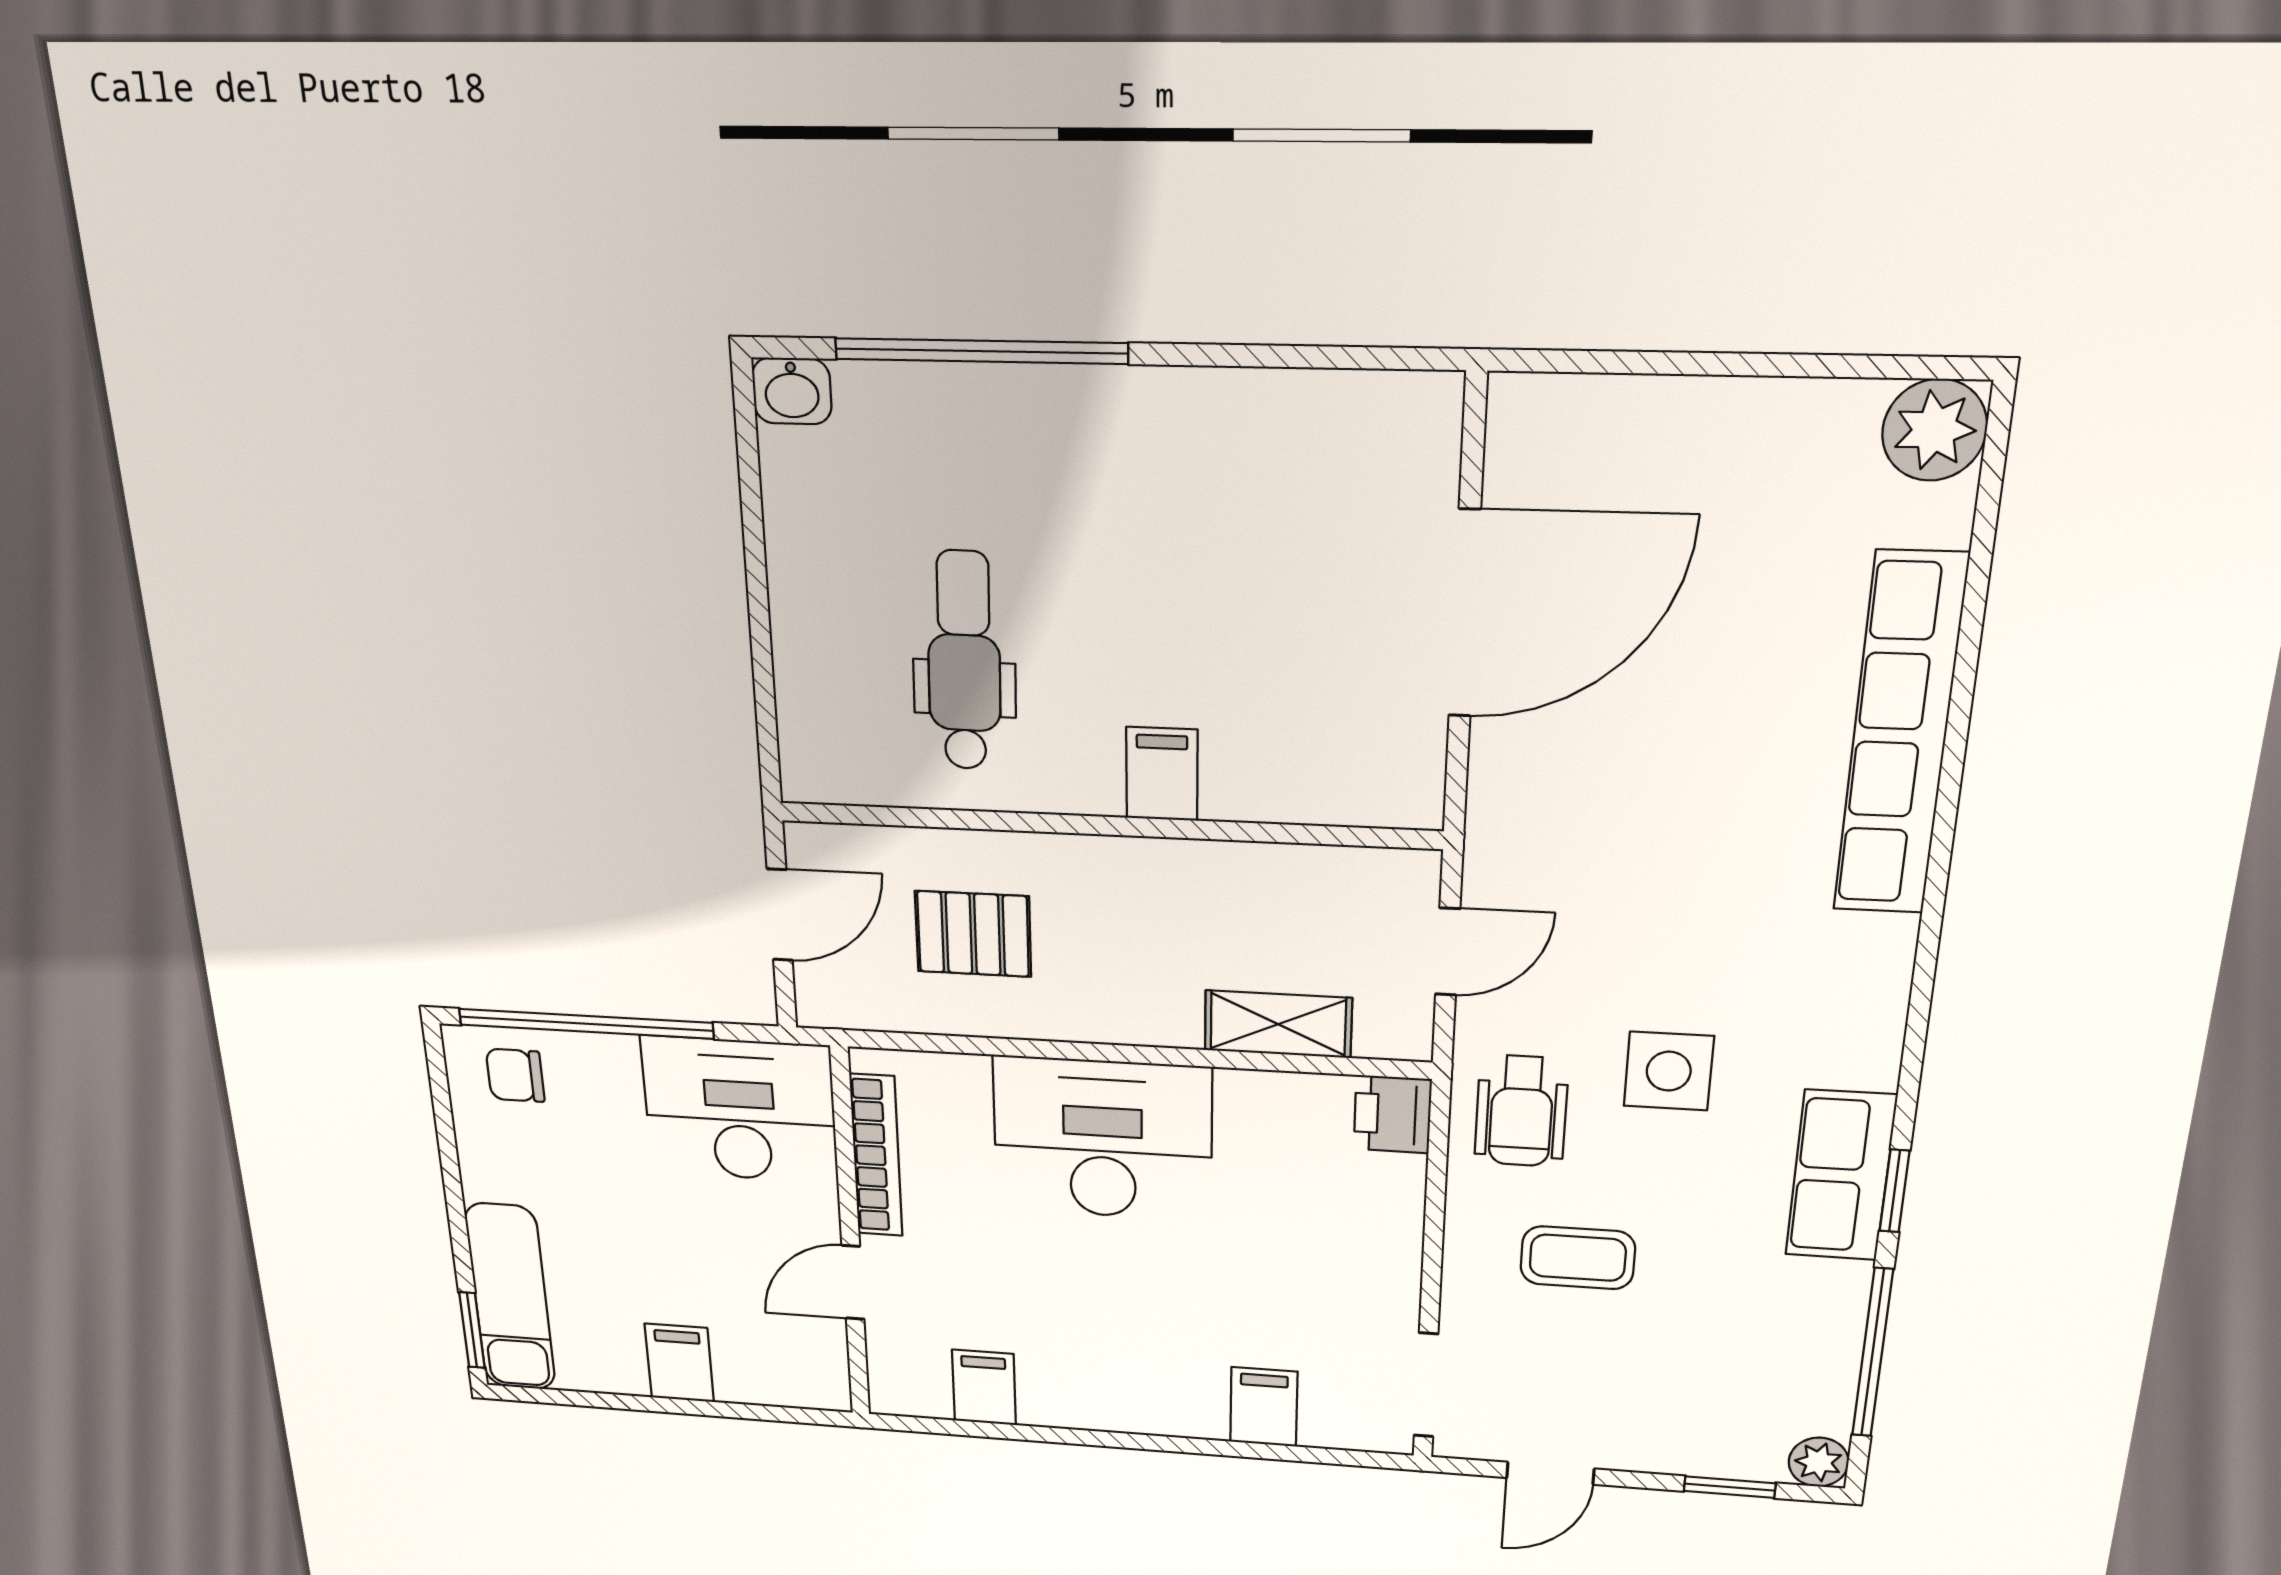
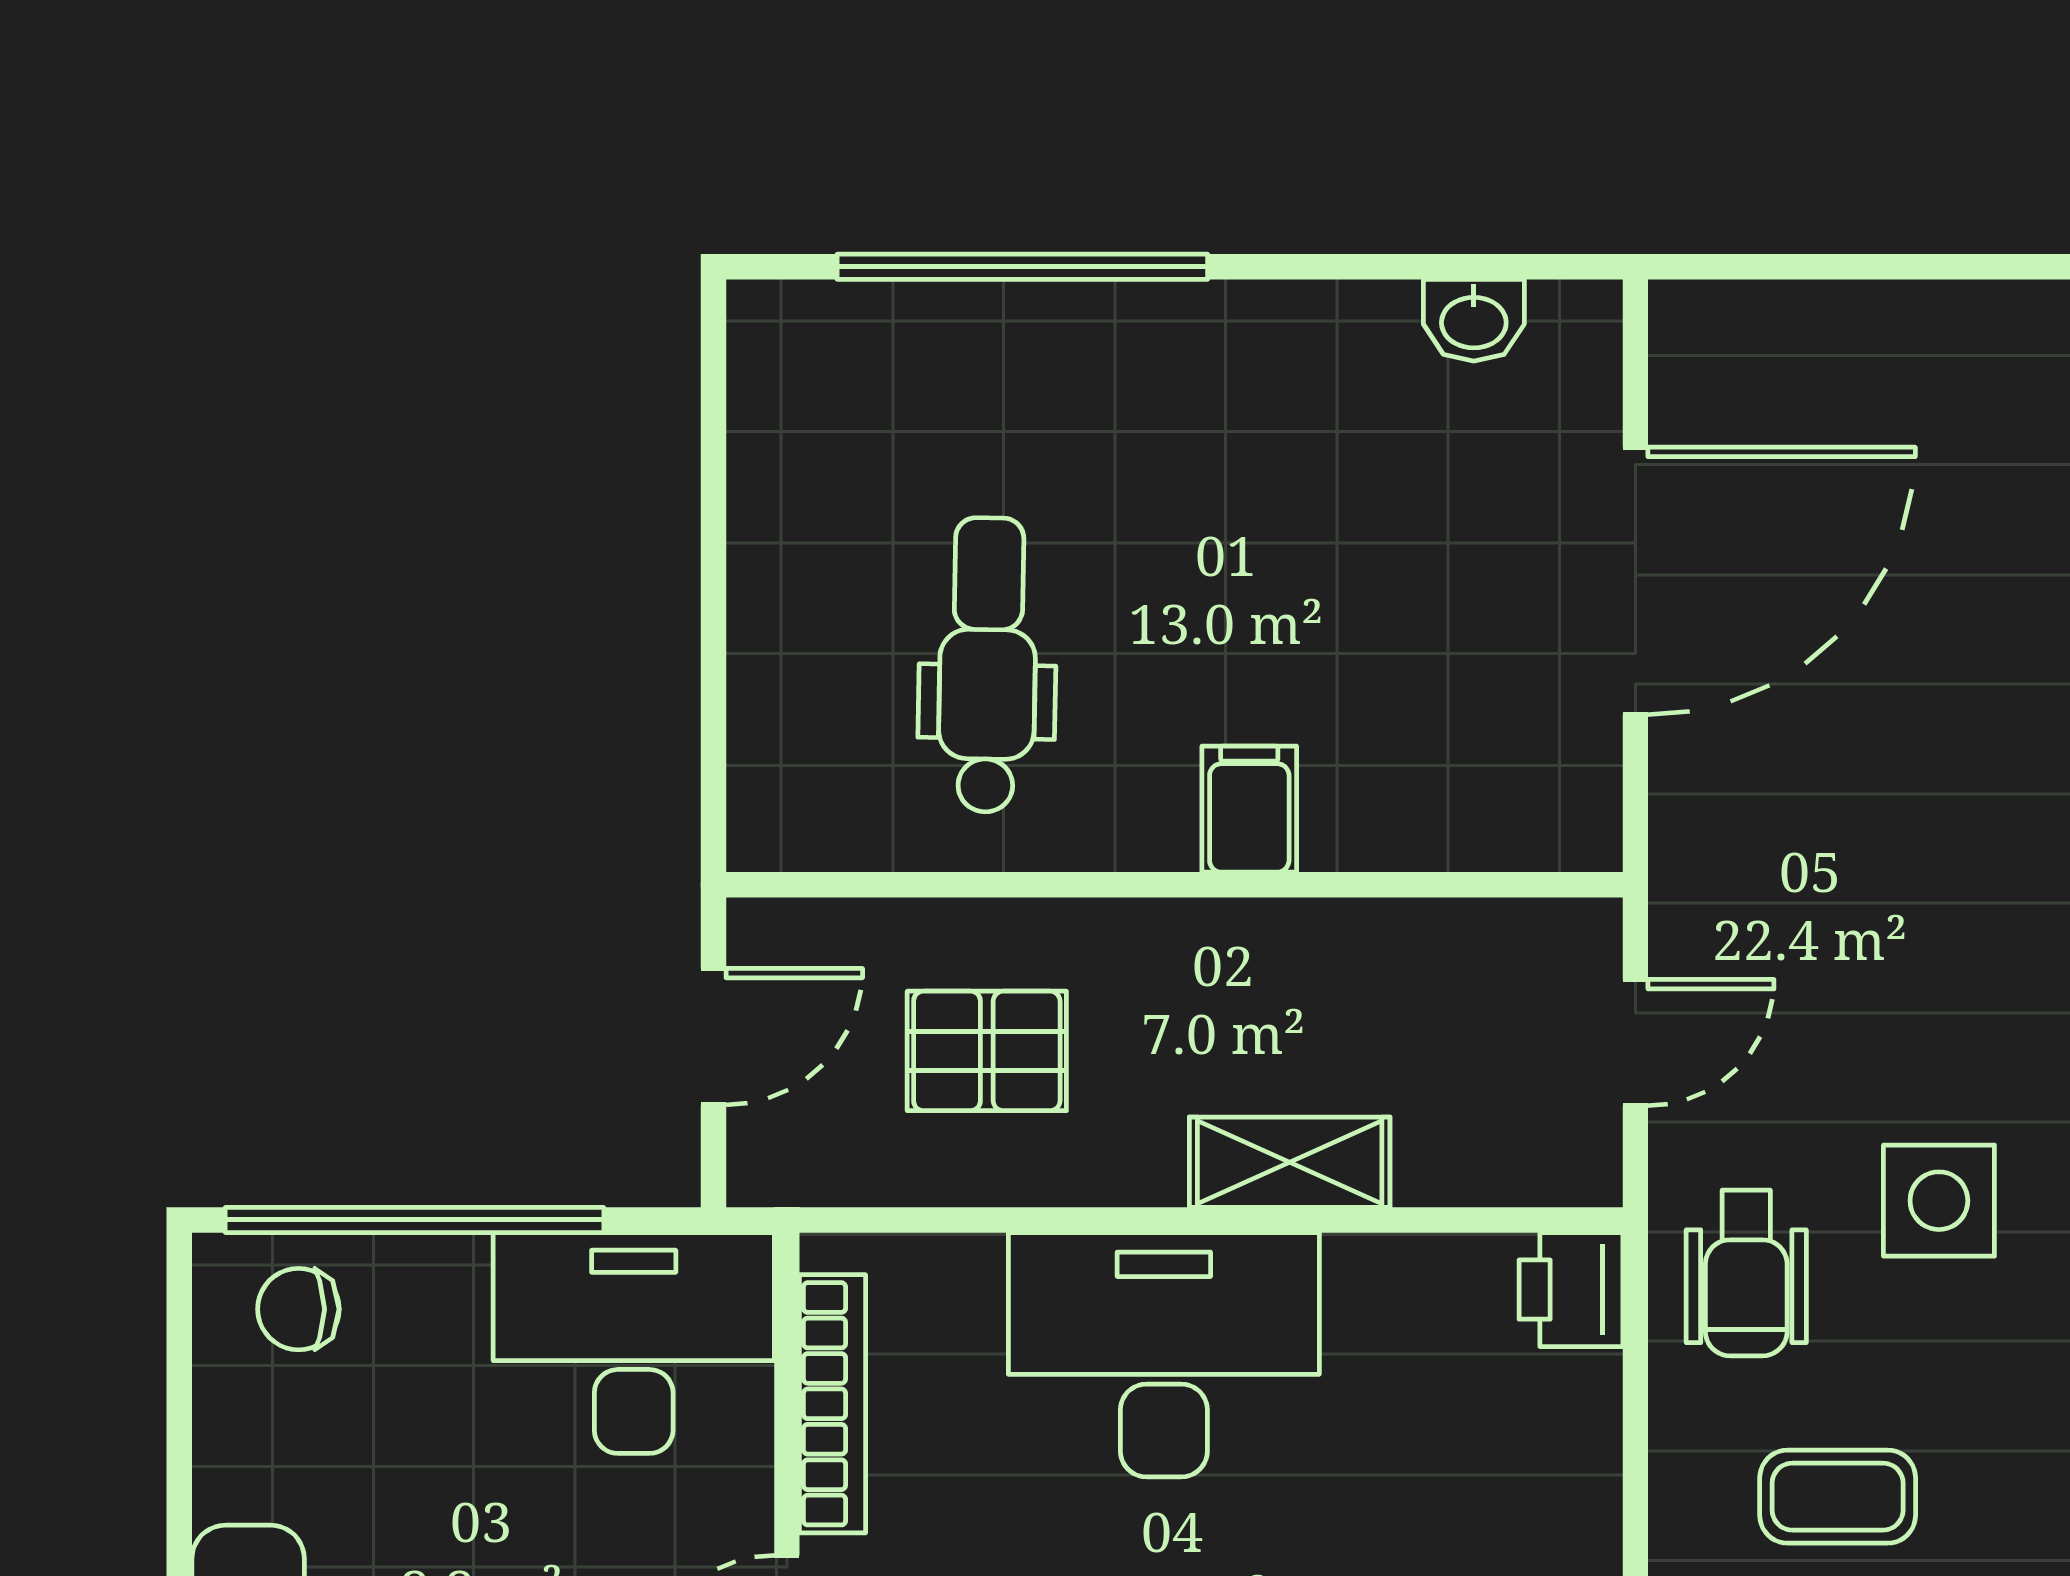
washbasin: (792, 391) -> (1474, 320), moved
shelving: (1278, 1024) -> (1290, 1162), moved

